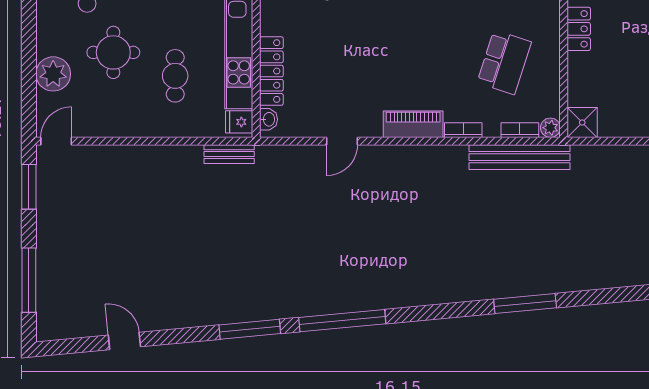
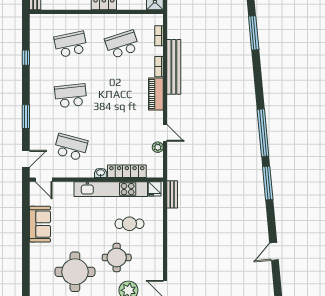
school desk: (504, 62) -> (122, 44), turned -36
washbasin: (268, 119) -> (101, 173), moved
plant: (550, 128) -> (158, 147), moved
bench: (520, 157) -> (174, 67), moved

